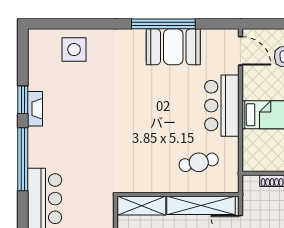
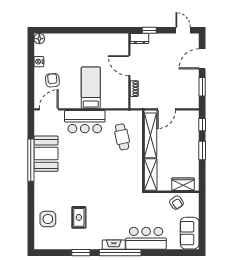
rug: (76, 97) -> (79, 217), added
fireplace: (35, 109) -> (114, 245), moved

